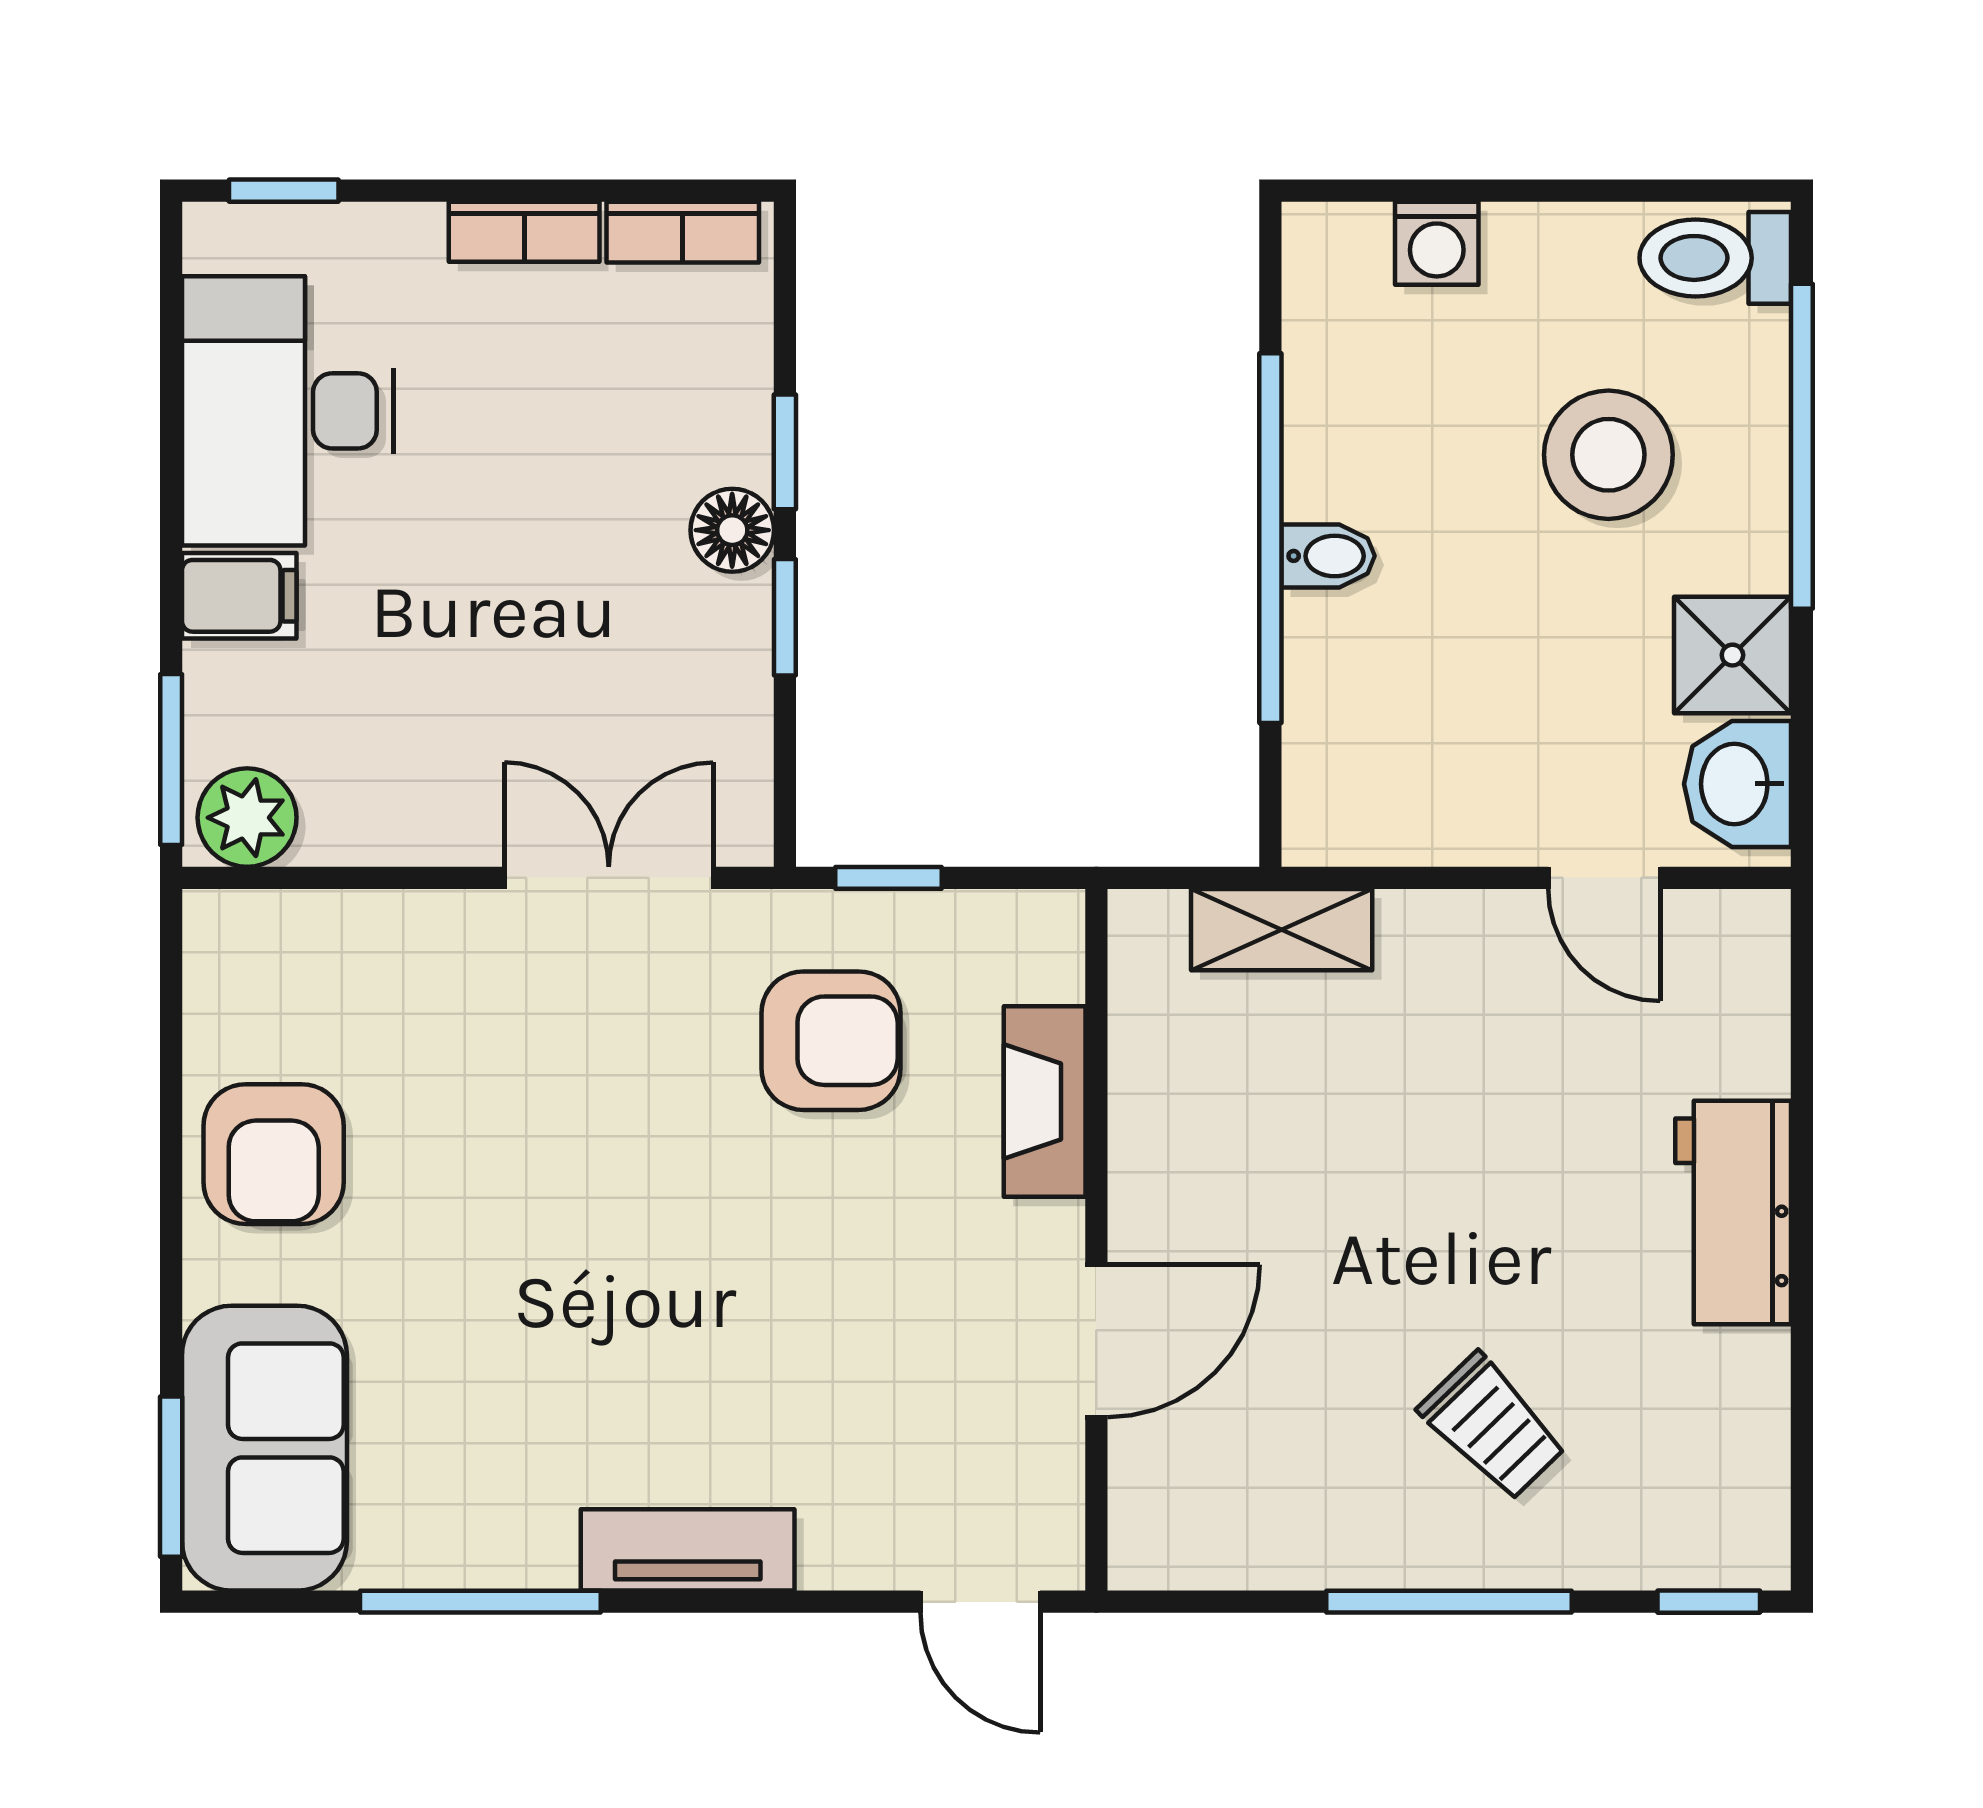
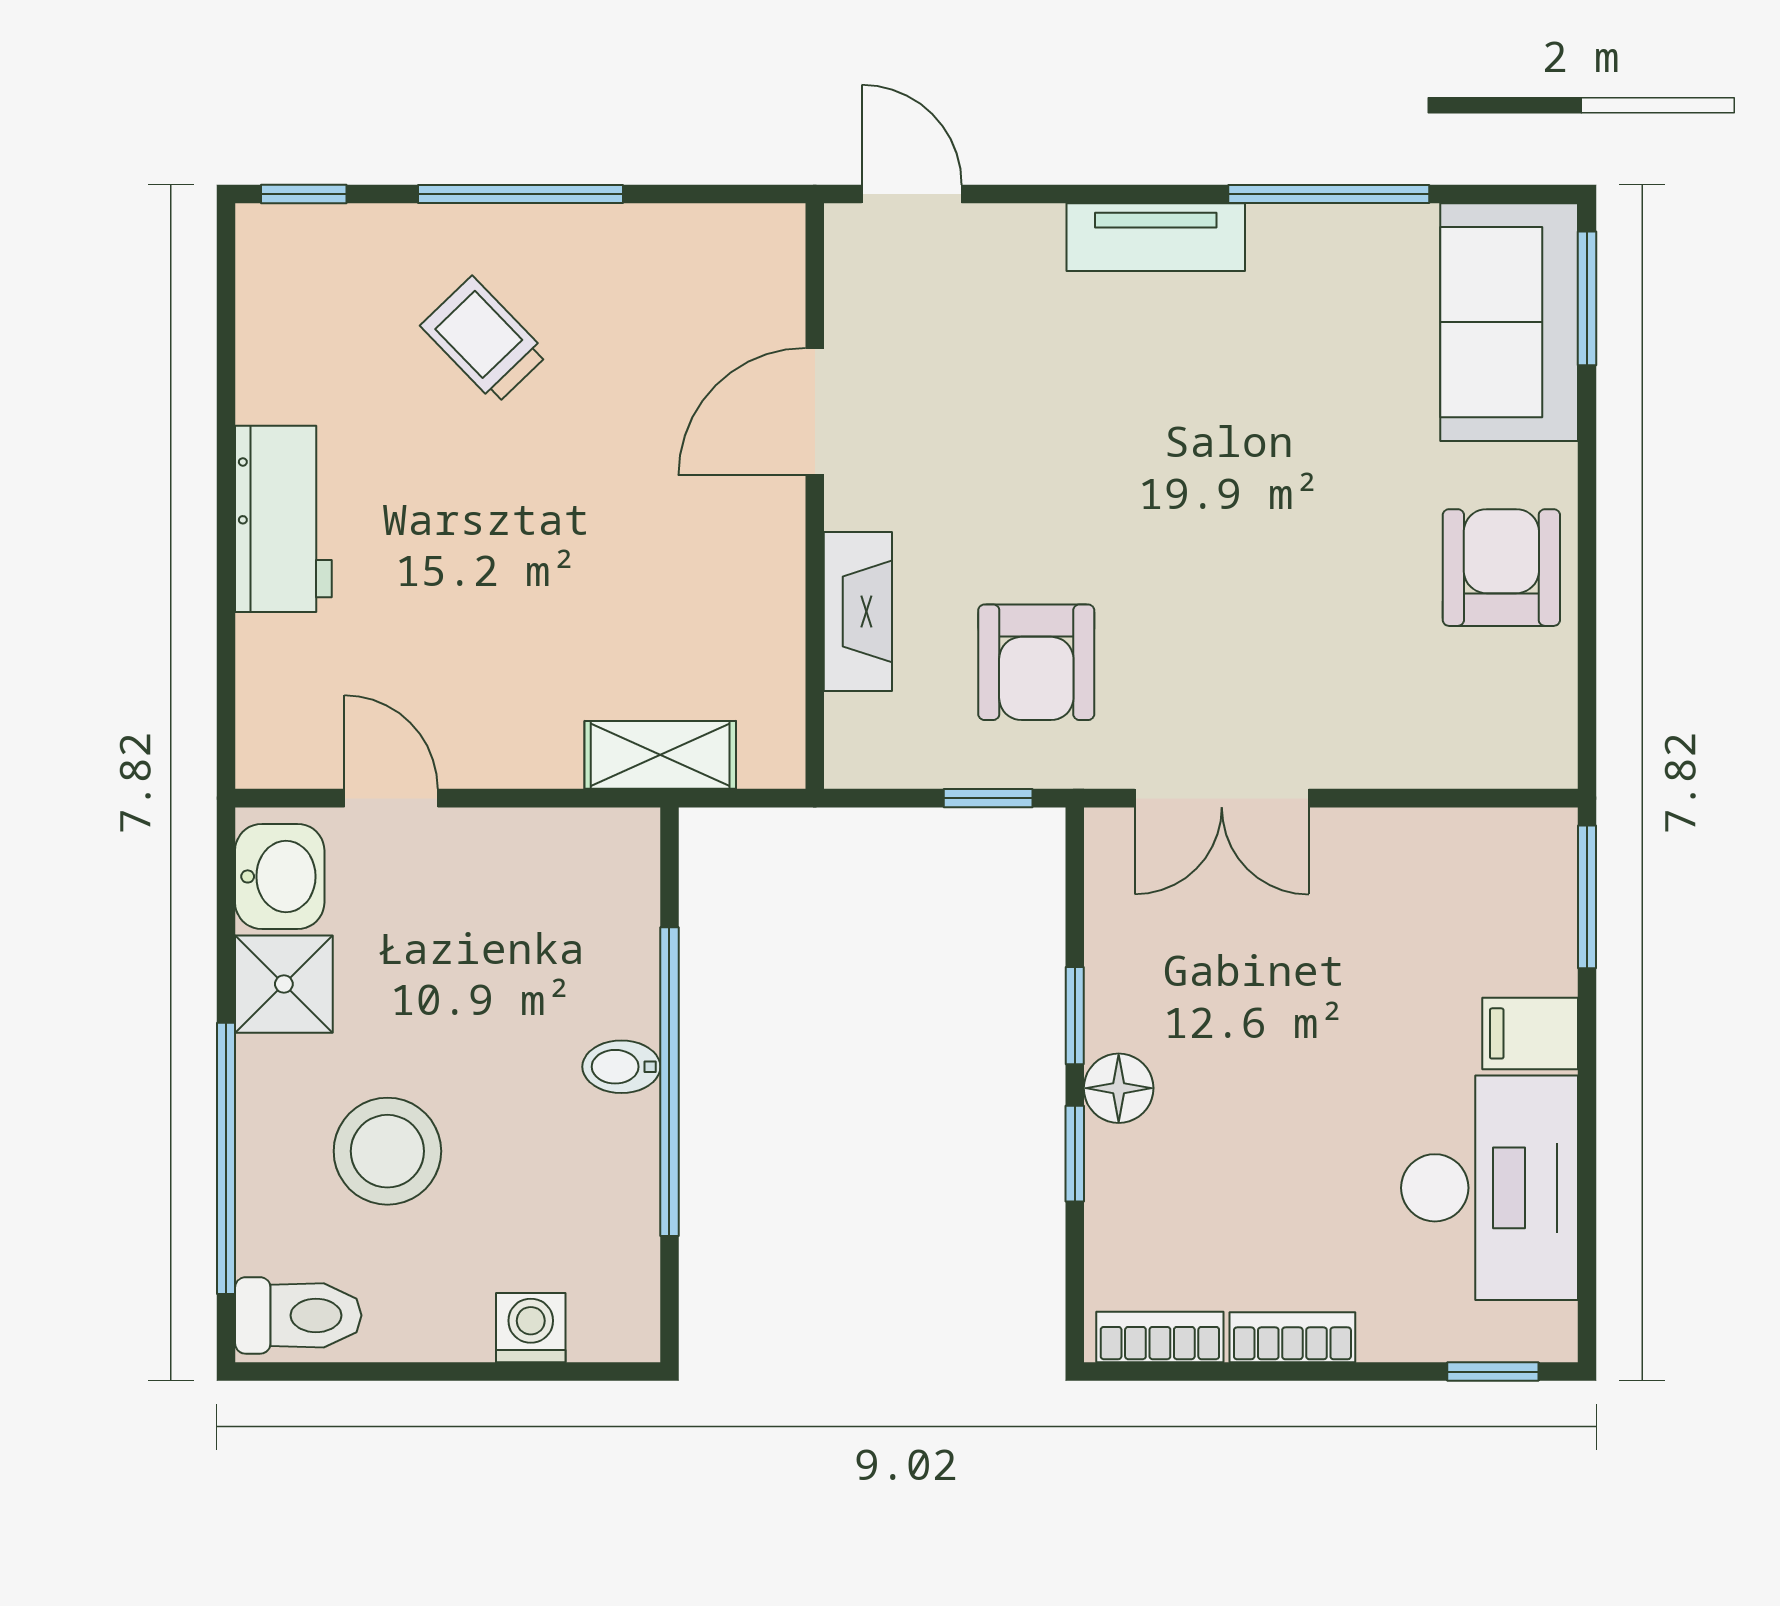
plant: (247, 818) -> (1524, 848), removed
armchair: (831, 1041) -> (1036, 662), turned -90

